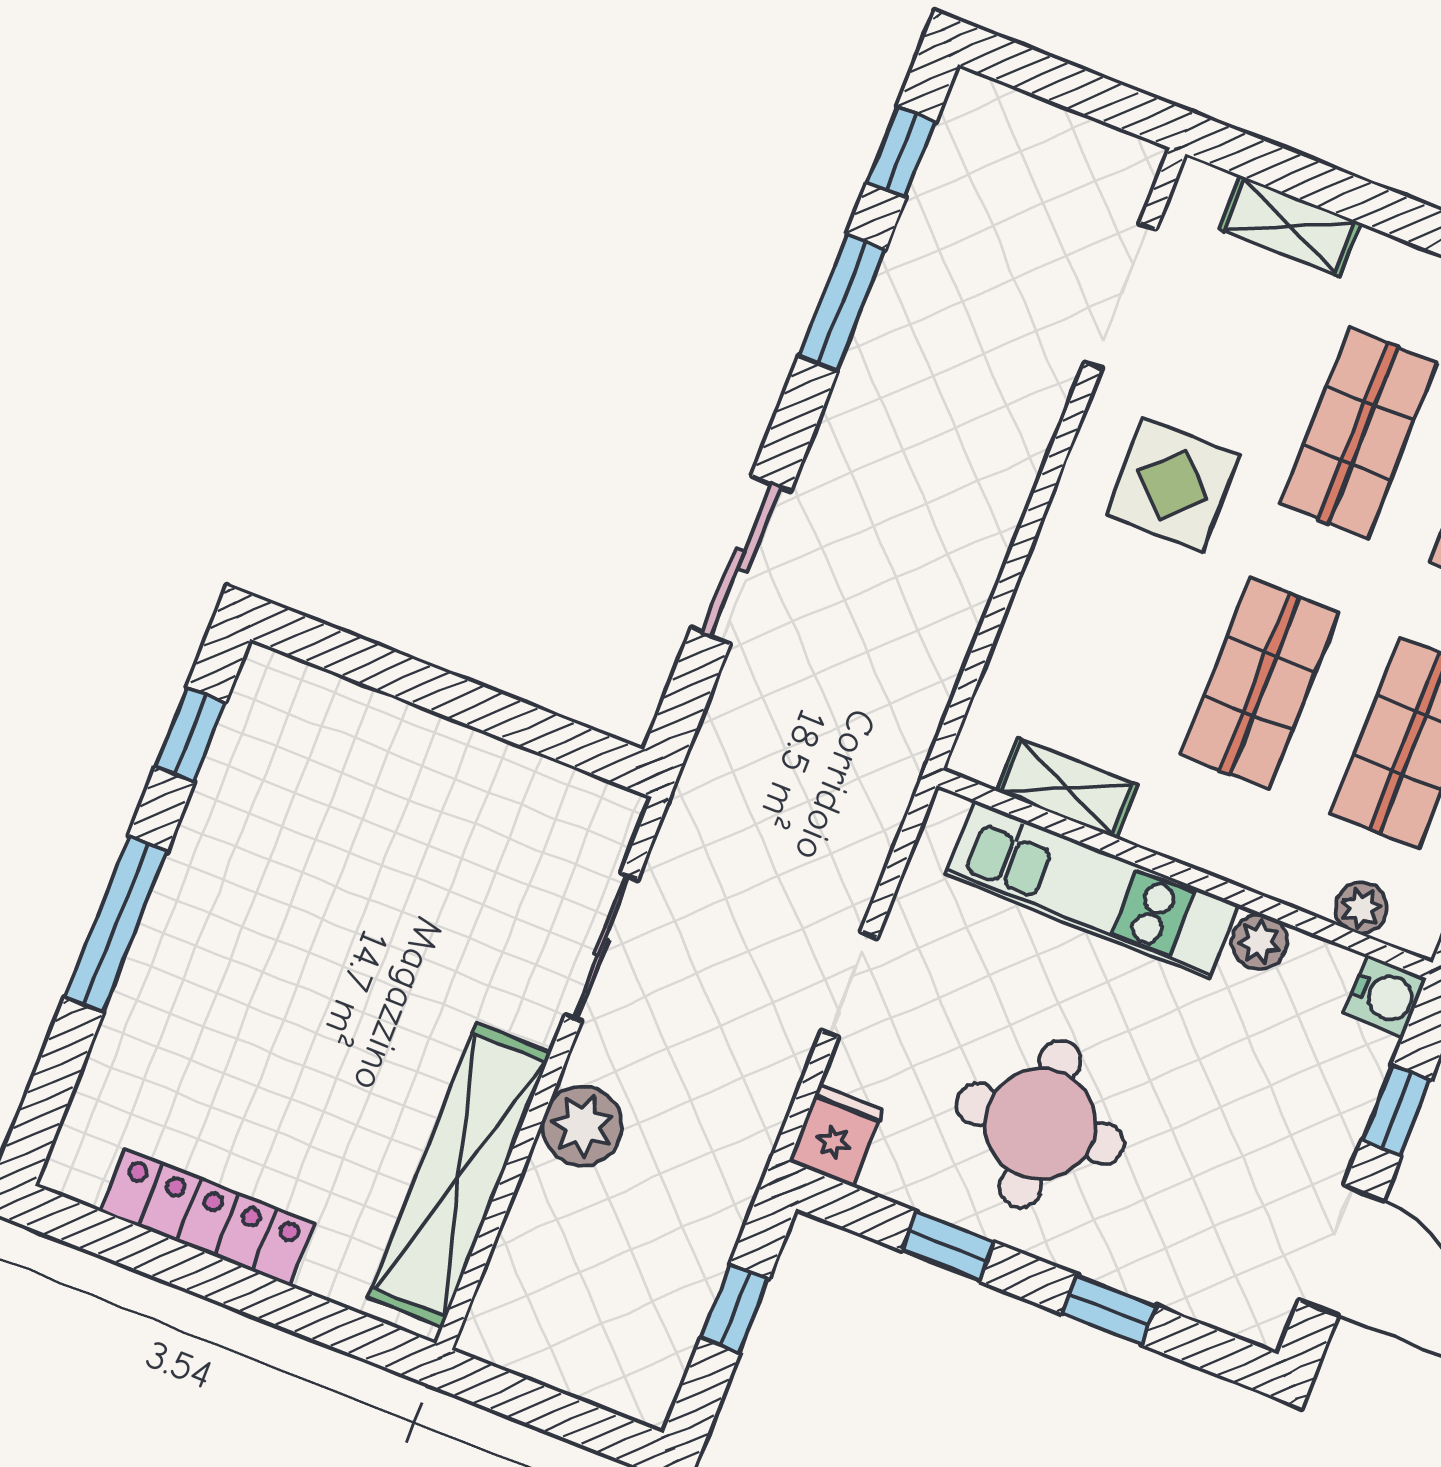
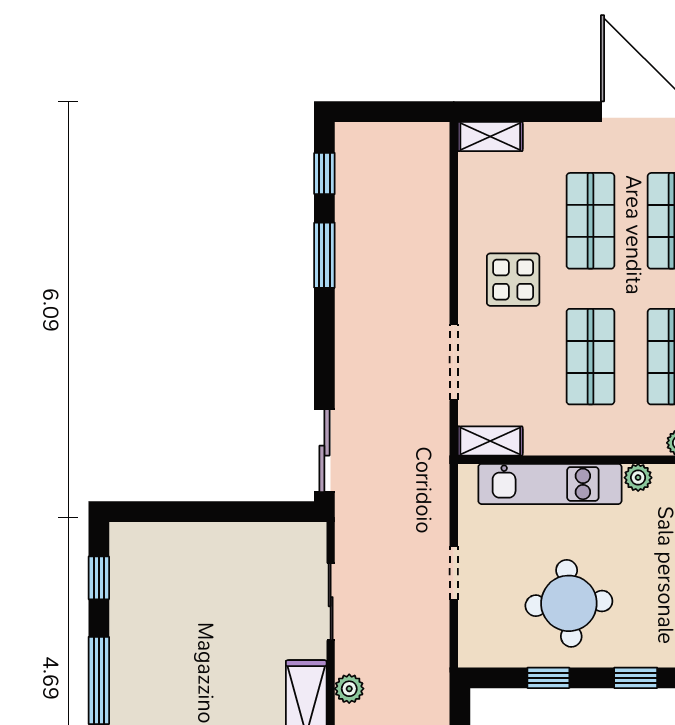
shelving: (1290, 226) -> (490, 137), moved
doorway: (1120, 296) -> (454, 362), moved
sliding door: (741, 560) -> (324, 451), moved
shelving: (1067, 788) -> (490, 441), moved
plant: (582, 1126) -> (349, 689), width x0.73, depth x0.73
fridge: (836, 1136) -> (475, 647), removed

